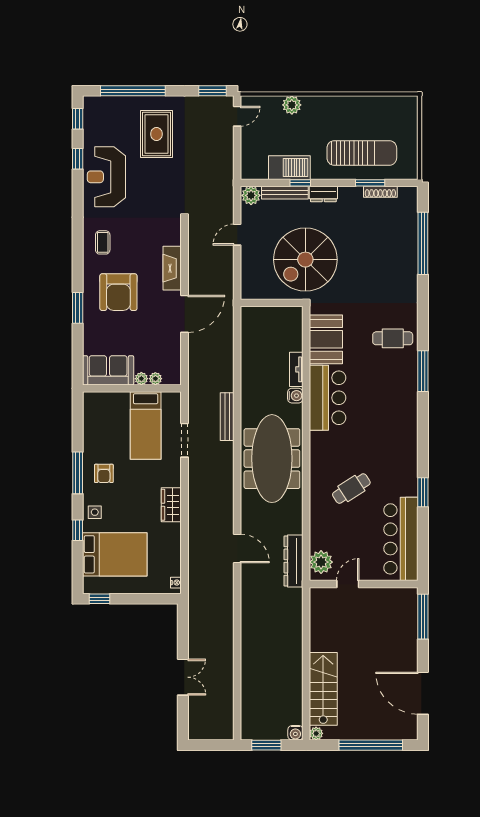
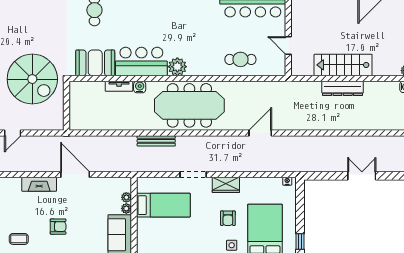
door: (237, 235) -> (13, 133), hinge flipped
armchair: (118, 292) -> (58, 227), width x0.53, depth x0.53
doorway: (184, 440) -> (193, 174), moved
armchair: (104, 473) -> (228, 218), moved, turned 90
cafe table: (351, 489) -> (240, 59), moved, turned -57
dresser: (294, 561) -> (343, 88), moved
plant: (321, 562) -> (177, 67), moved
stairs: (323, 689) -> (343, 65), moved

